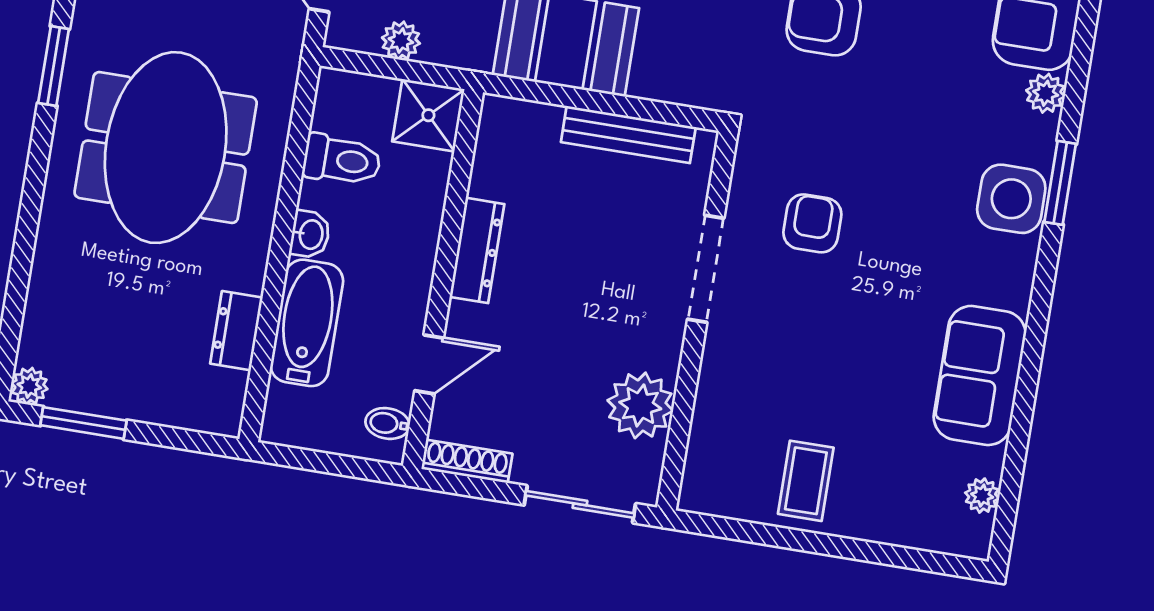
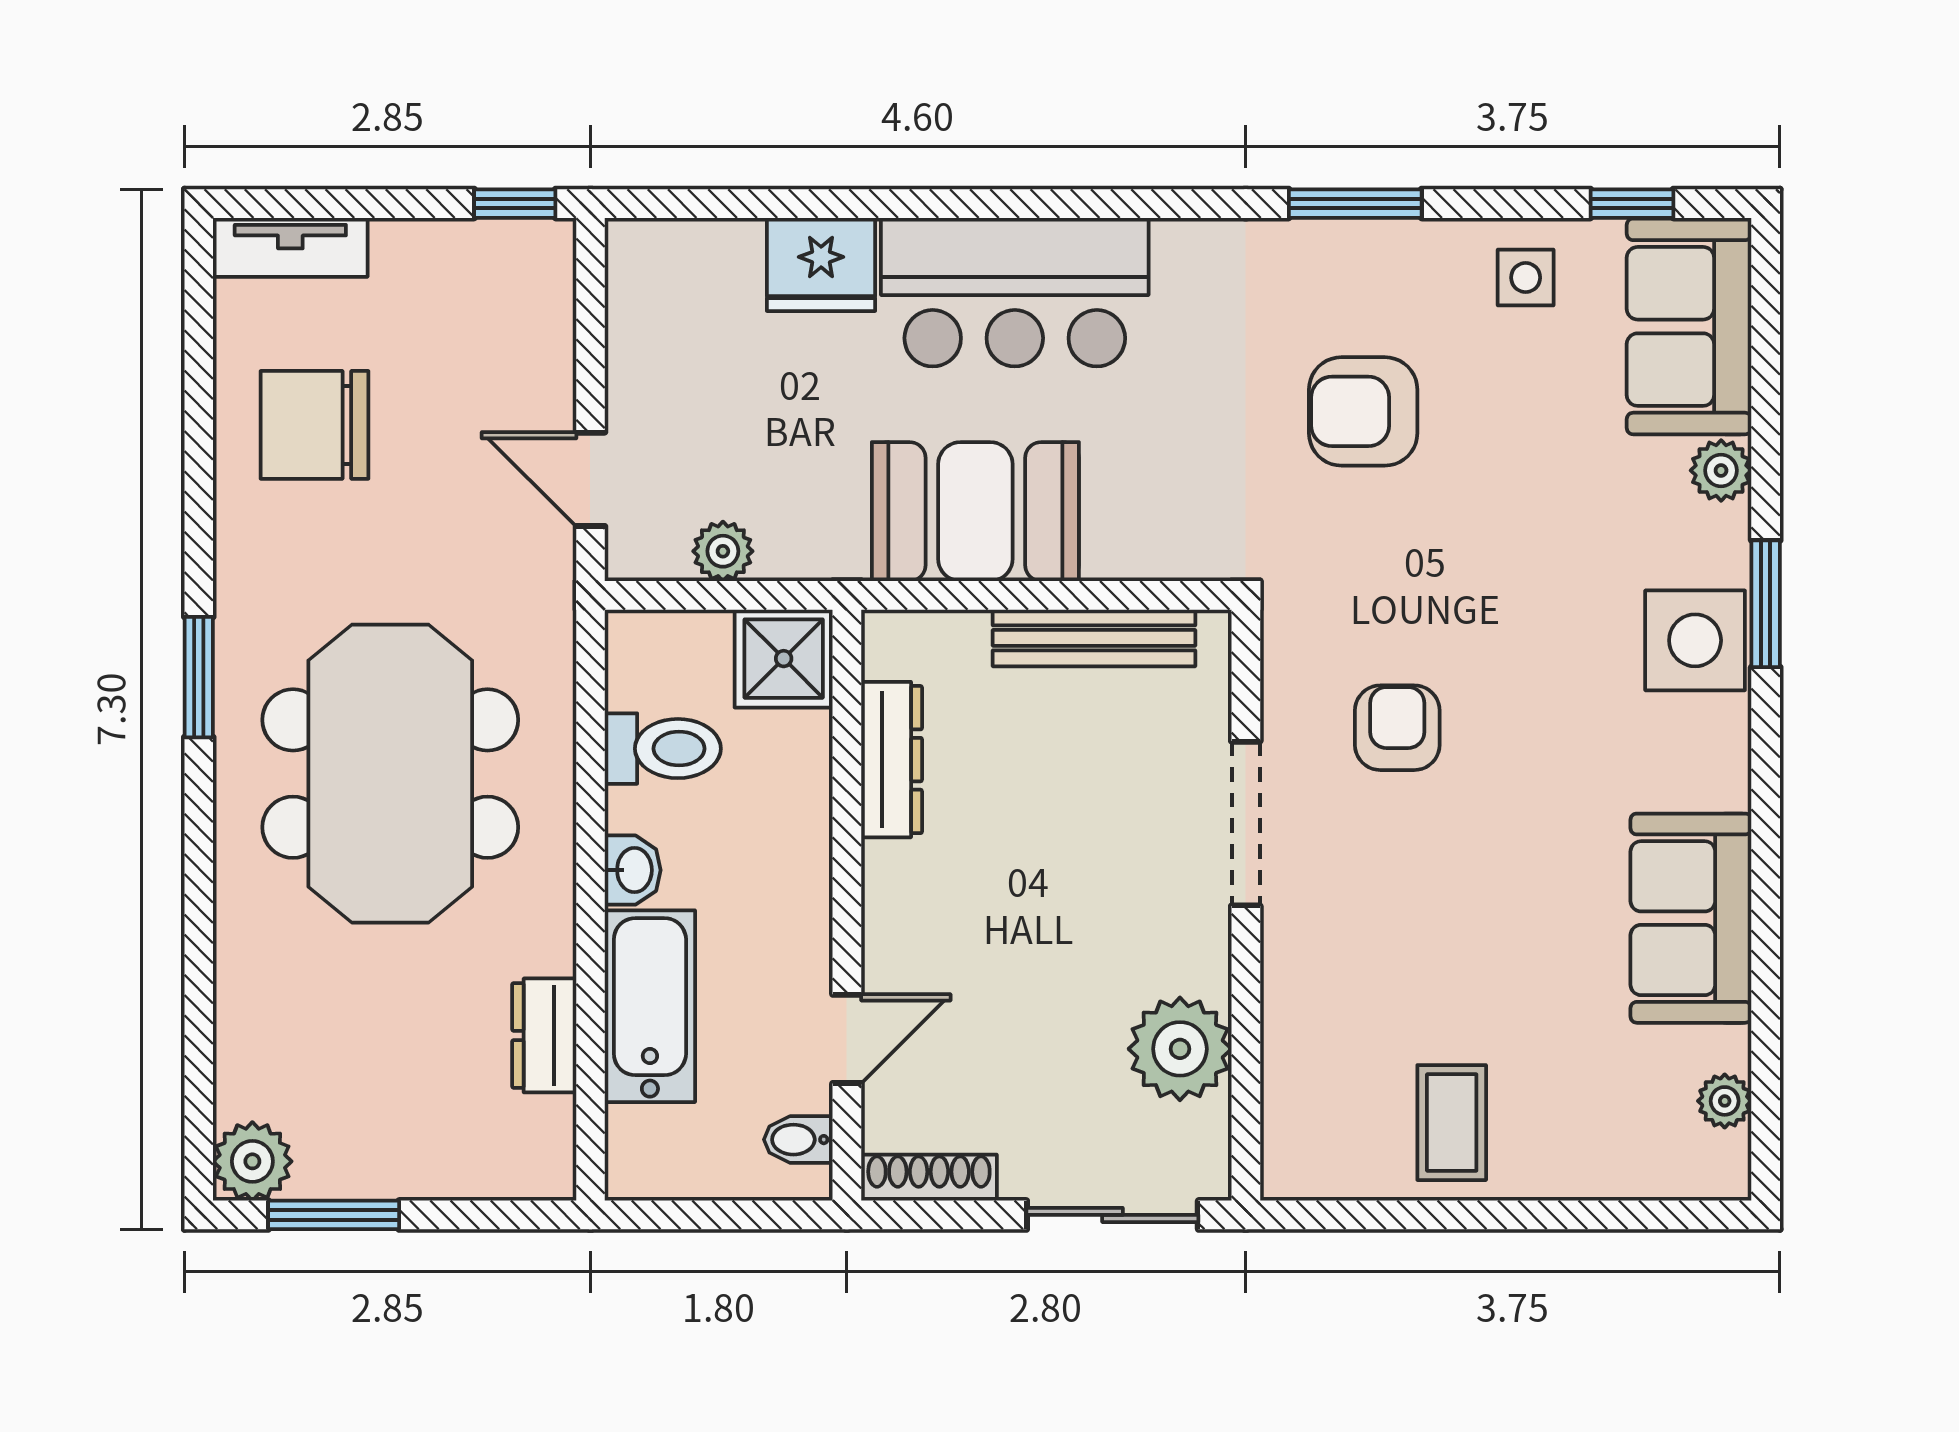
dresser: (477, 250) -> (892, 760), moved
plant: (29, 386) -> (252, 1161), width x1.38, depth x1.38

